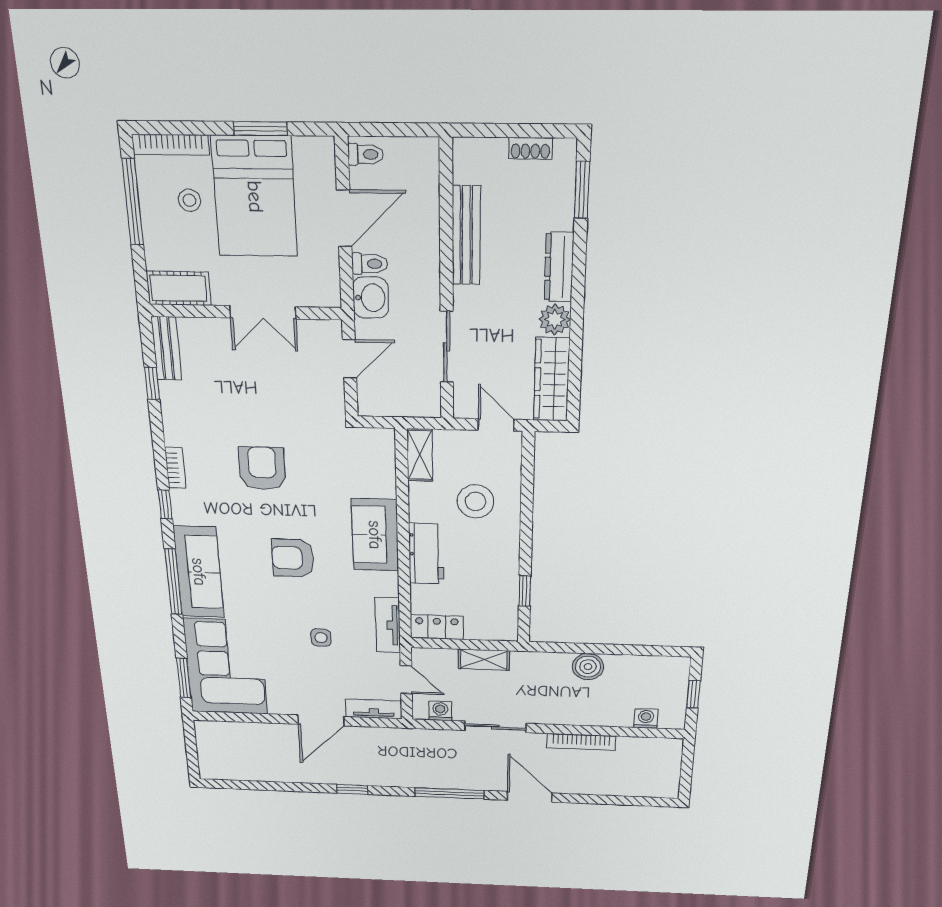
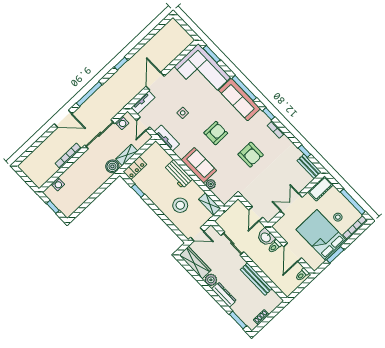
plant: (385, 486) -> (211, 184), added
locker: (437, 627) -> (135, 168), moved
boiler: (588, 667) -> (112, 166), moved
door: (406, 680) -> (143, 124), hinge flipped
sliding door: (495, 727) -> (100, 134), width x1.37

